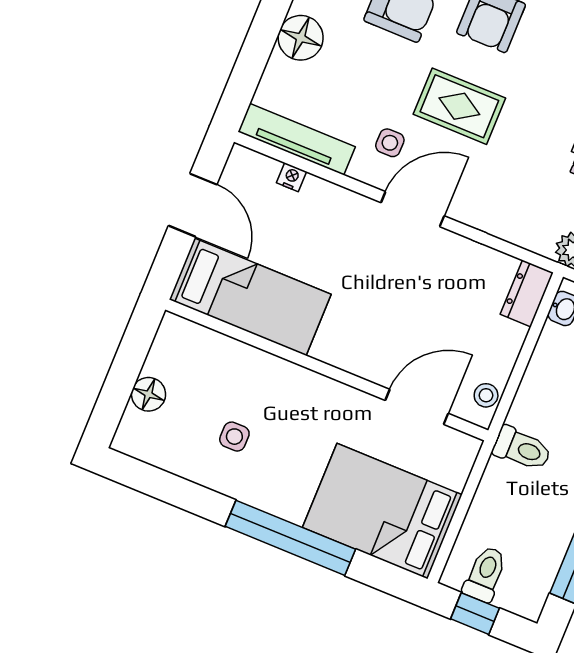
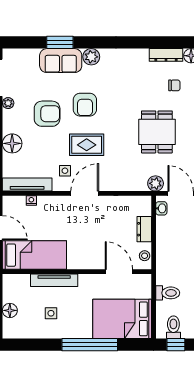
dresser: (527, 293) -> (144, 229), moved
tv unit: (270, 368) -> (54, 280), added
door: (417, 407) -> (119, 272), hinge flipped
toilet: (522, 449) -> (168, 293), moved

